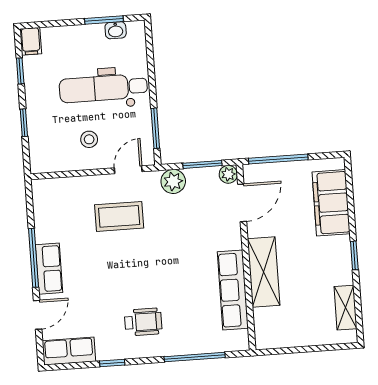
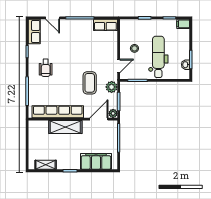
door: (128, 170) -> (119, 66), hinge flipped
door: (242, 203) -> (99, 119), swing flipped
coffee table: (119, 216) -> (90, 83), moved
row of seats: (49, 269) -> (105, 25), moved
row of seats: (233, 290) -> (58, 112), width x1.36

